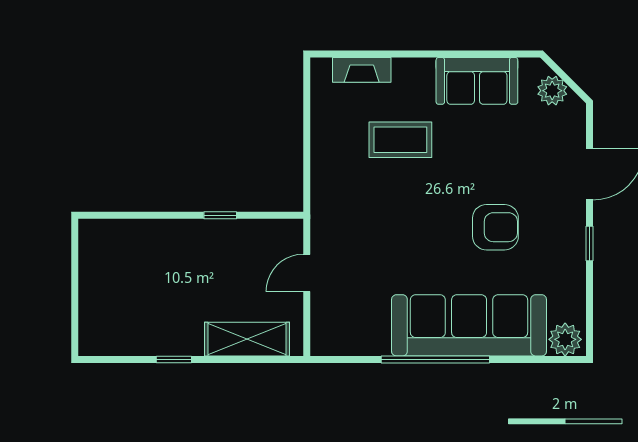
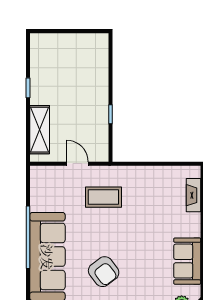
coffee table: (400, 140) -> (103, 197), moved, turned 90
armchair: (495, 227) -> (104, 272), turned -37

